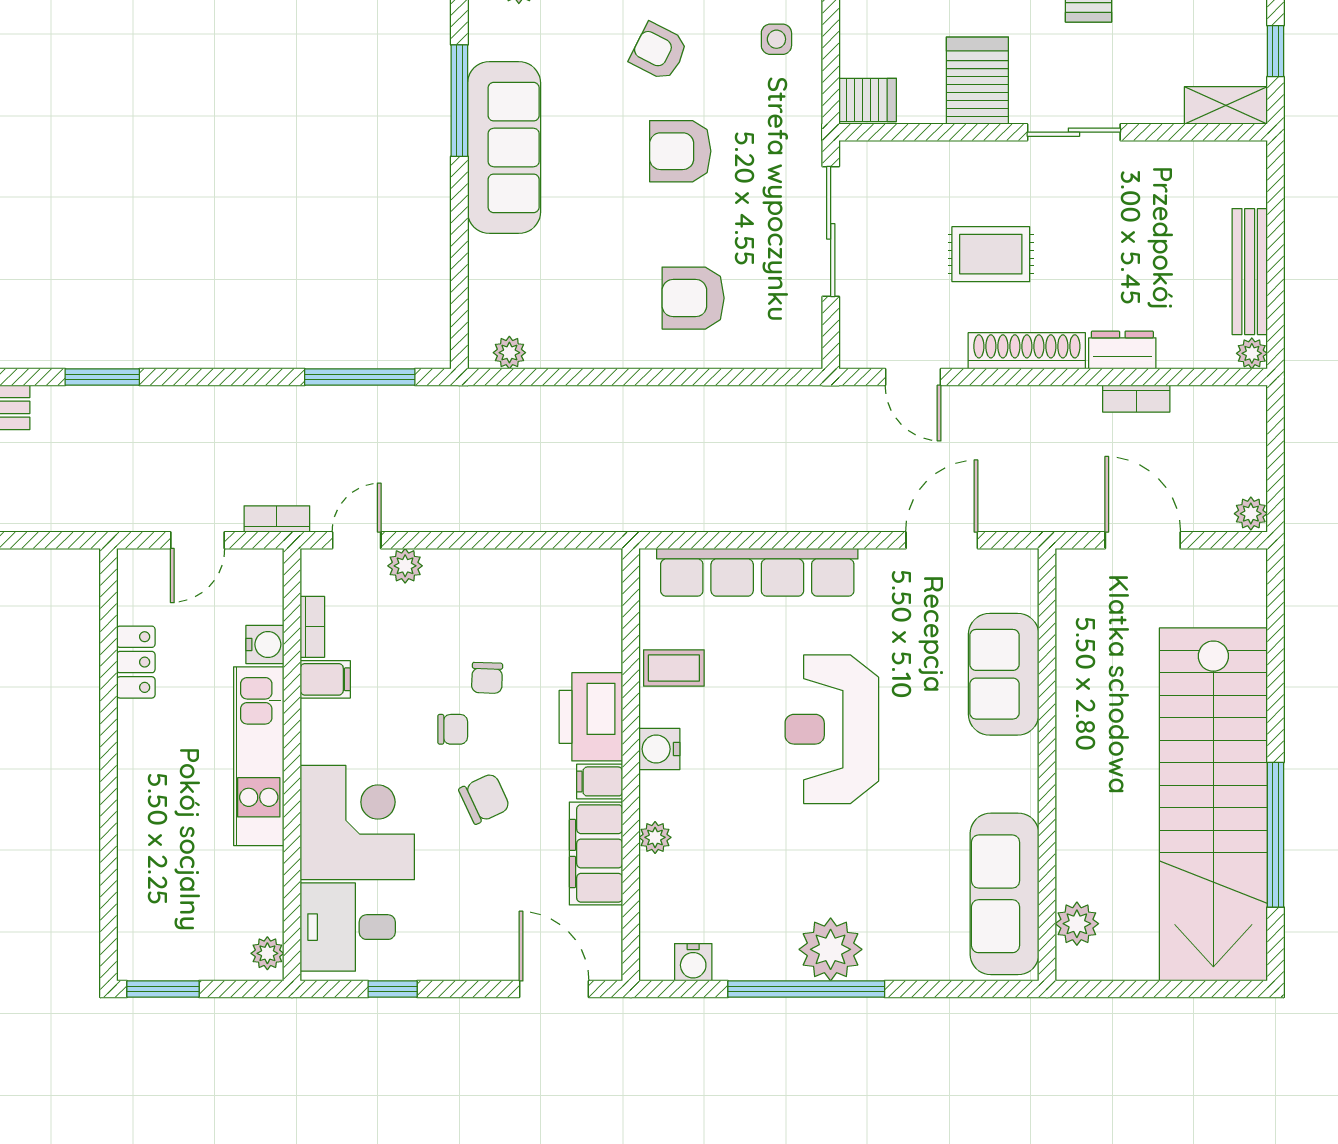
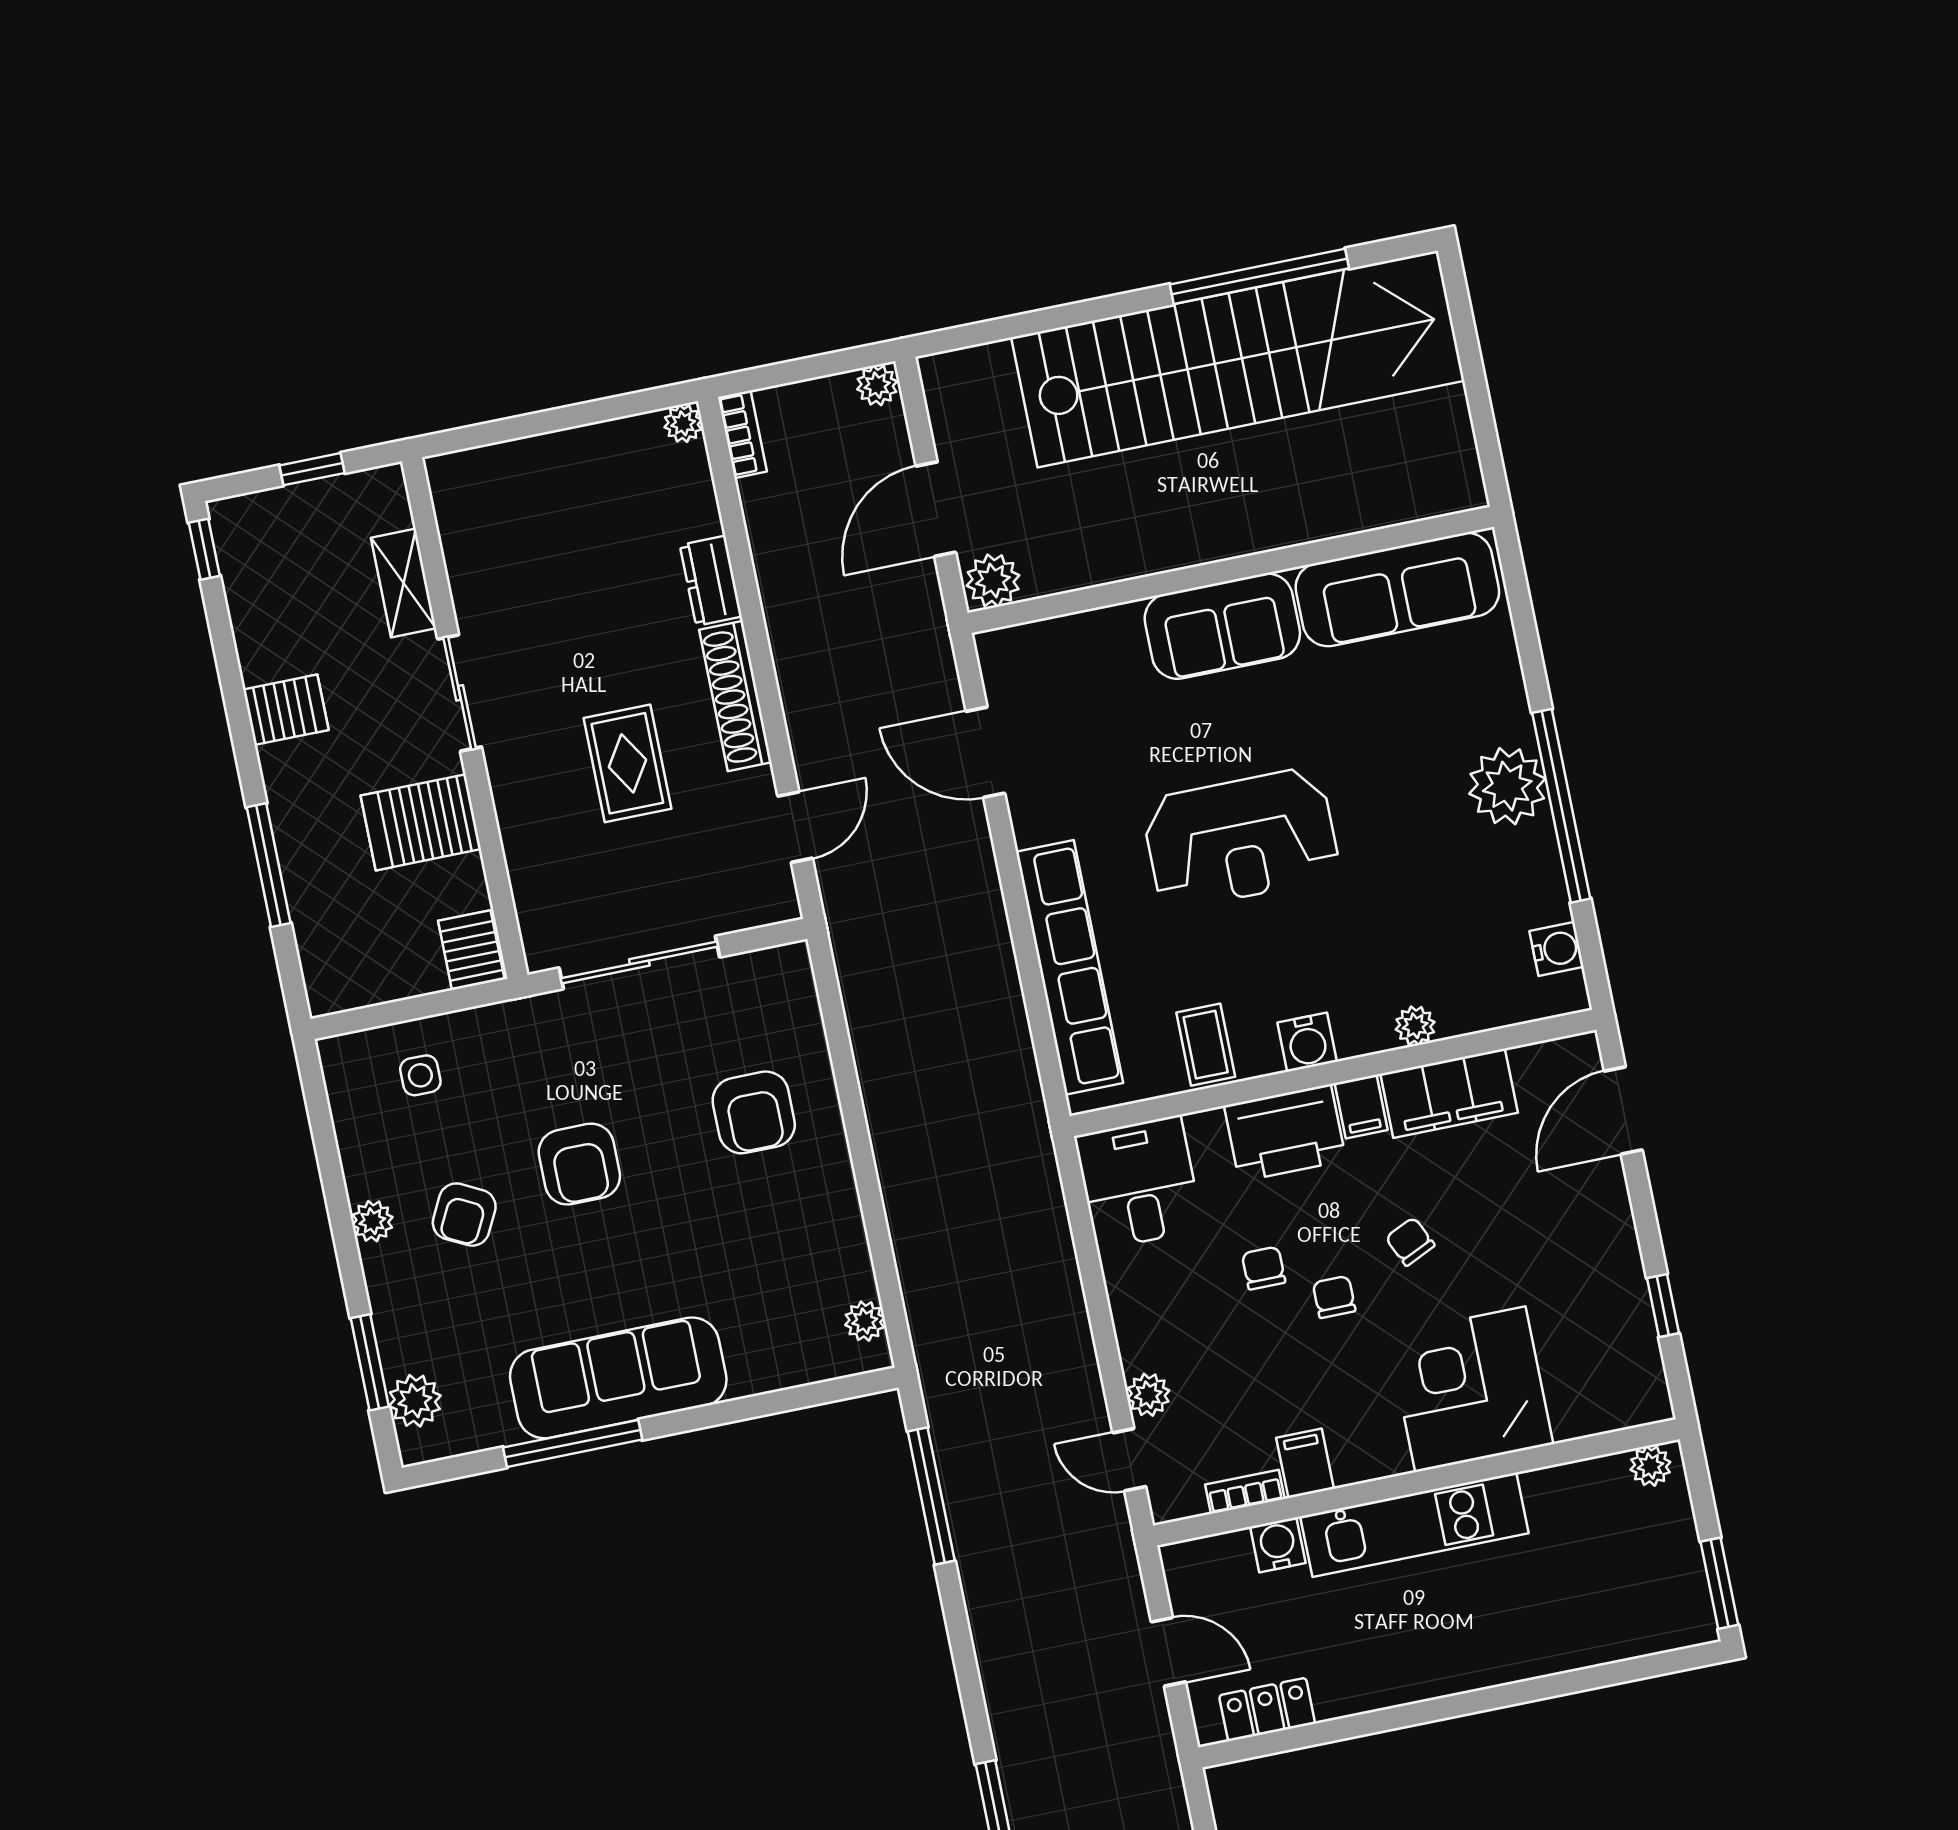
shelving: (1226, 105) -> (403, 583), moved
bench: (1250, 272) -> (585, 446), removed
bookcase: (1136, 399) -> (742, 434), moved
bookcase: (277, 519) -> (1123, 1561), removed
locker: (136, 662) -> (1267, 1710), moved
sofa: (1004, 674) -> (1222, 626), moved
chair: (487, 678) -> (1264, 1268), turned -92
chair: (484, 799) -> (1410, 1242), width x0.73, depth x0.73
plant: (1077, 924) -> (993, 581), moved
desk: (348, 927) -> (1139, 1183), moved, turned 180

